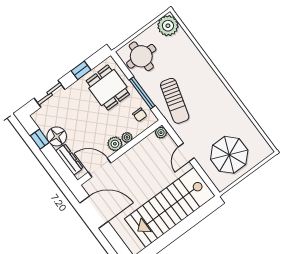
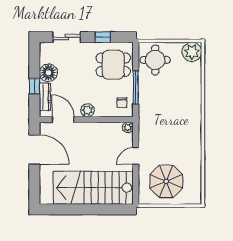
dining table: (108, 88) -> (113, 65), turned 90
sun lounger: (175, 101) -> (155, 111), removed
plant: (127, 137) -> (100, 112), removed
window: (40, 139) -> (34, 86), moved

